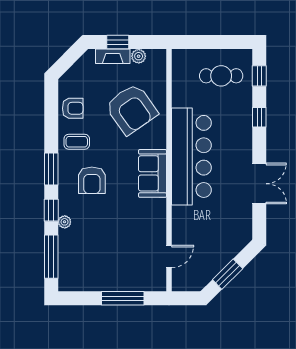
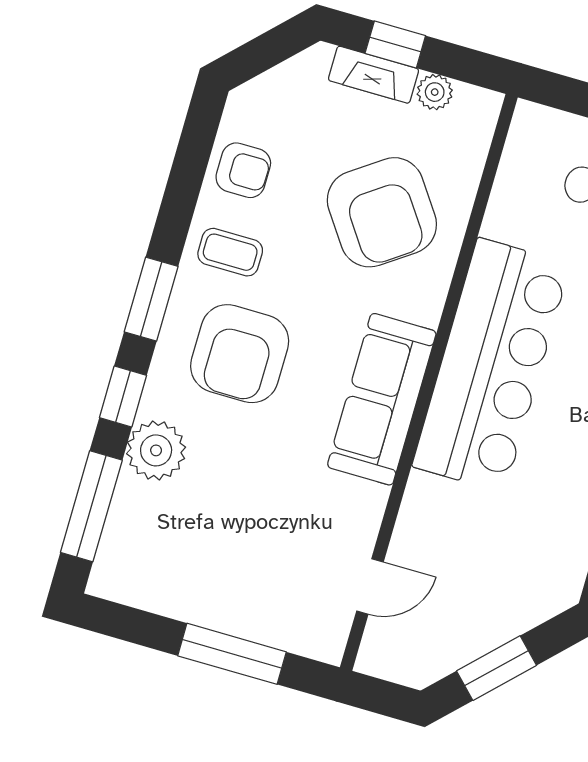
sofa: (153, 173) -> (382, 399), width x1.36
armchair: (92, 180) -> (240, 354), width x1.36, depth x1.36
plant: (65, 222) -> (156, 450), width x1.87, depth x1.87

